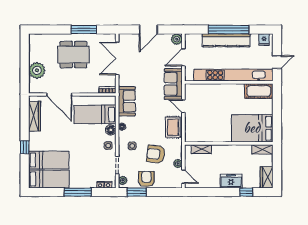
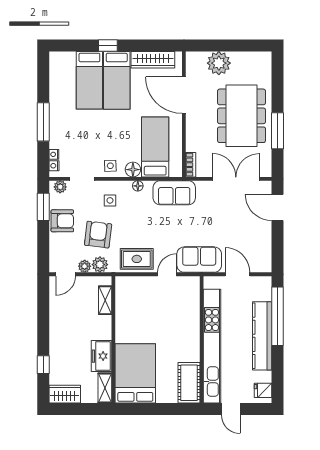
door: (148, 29) -> (278, 208), moved
window: (229, 29) -> (278, 316), moved
plant: (177, 39) -> (100, 265), moved
dining table: (73, 55) -> (242, 116), width x1.36, depth x1.24
door: (59, 95) -> (184, 95), hinge flipped
bed: (49, 179) -> (117, 80), moved
freezer: (231, 181) -> (102, 356), moved, turned 180

